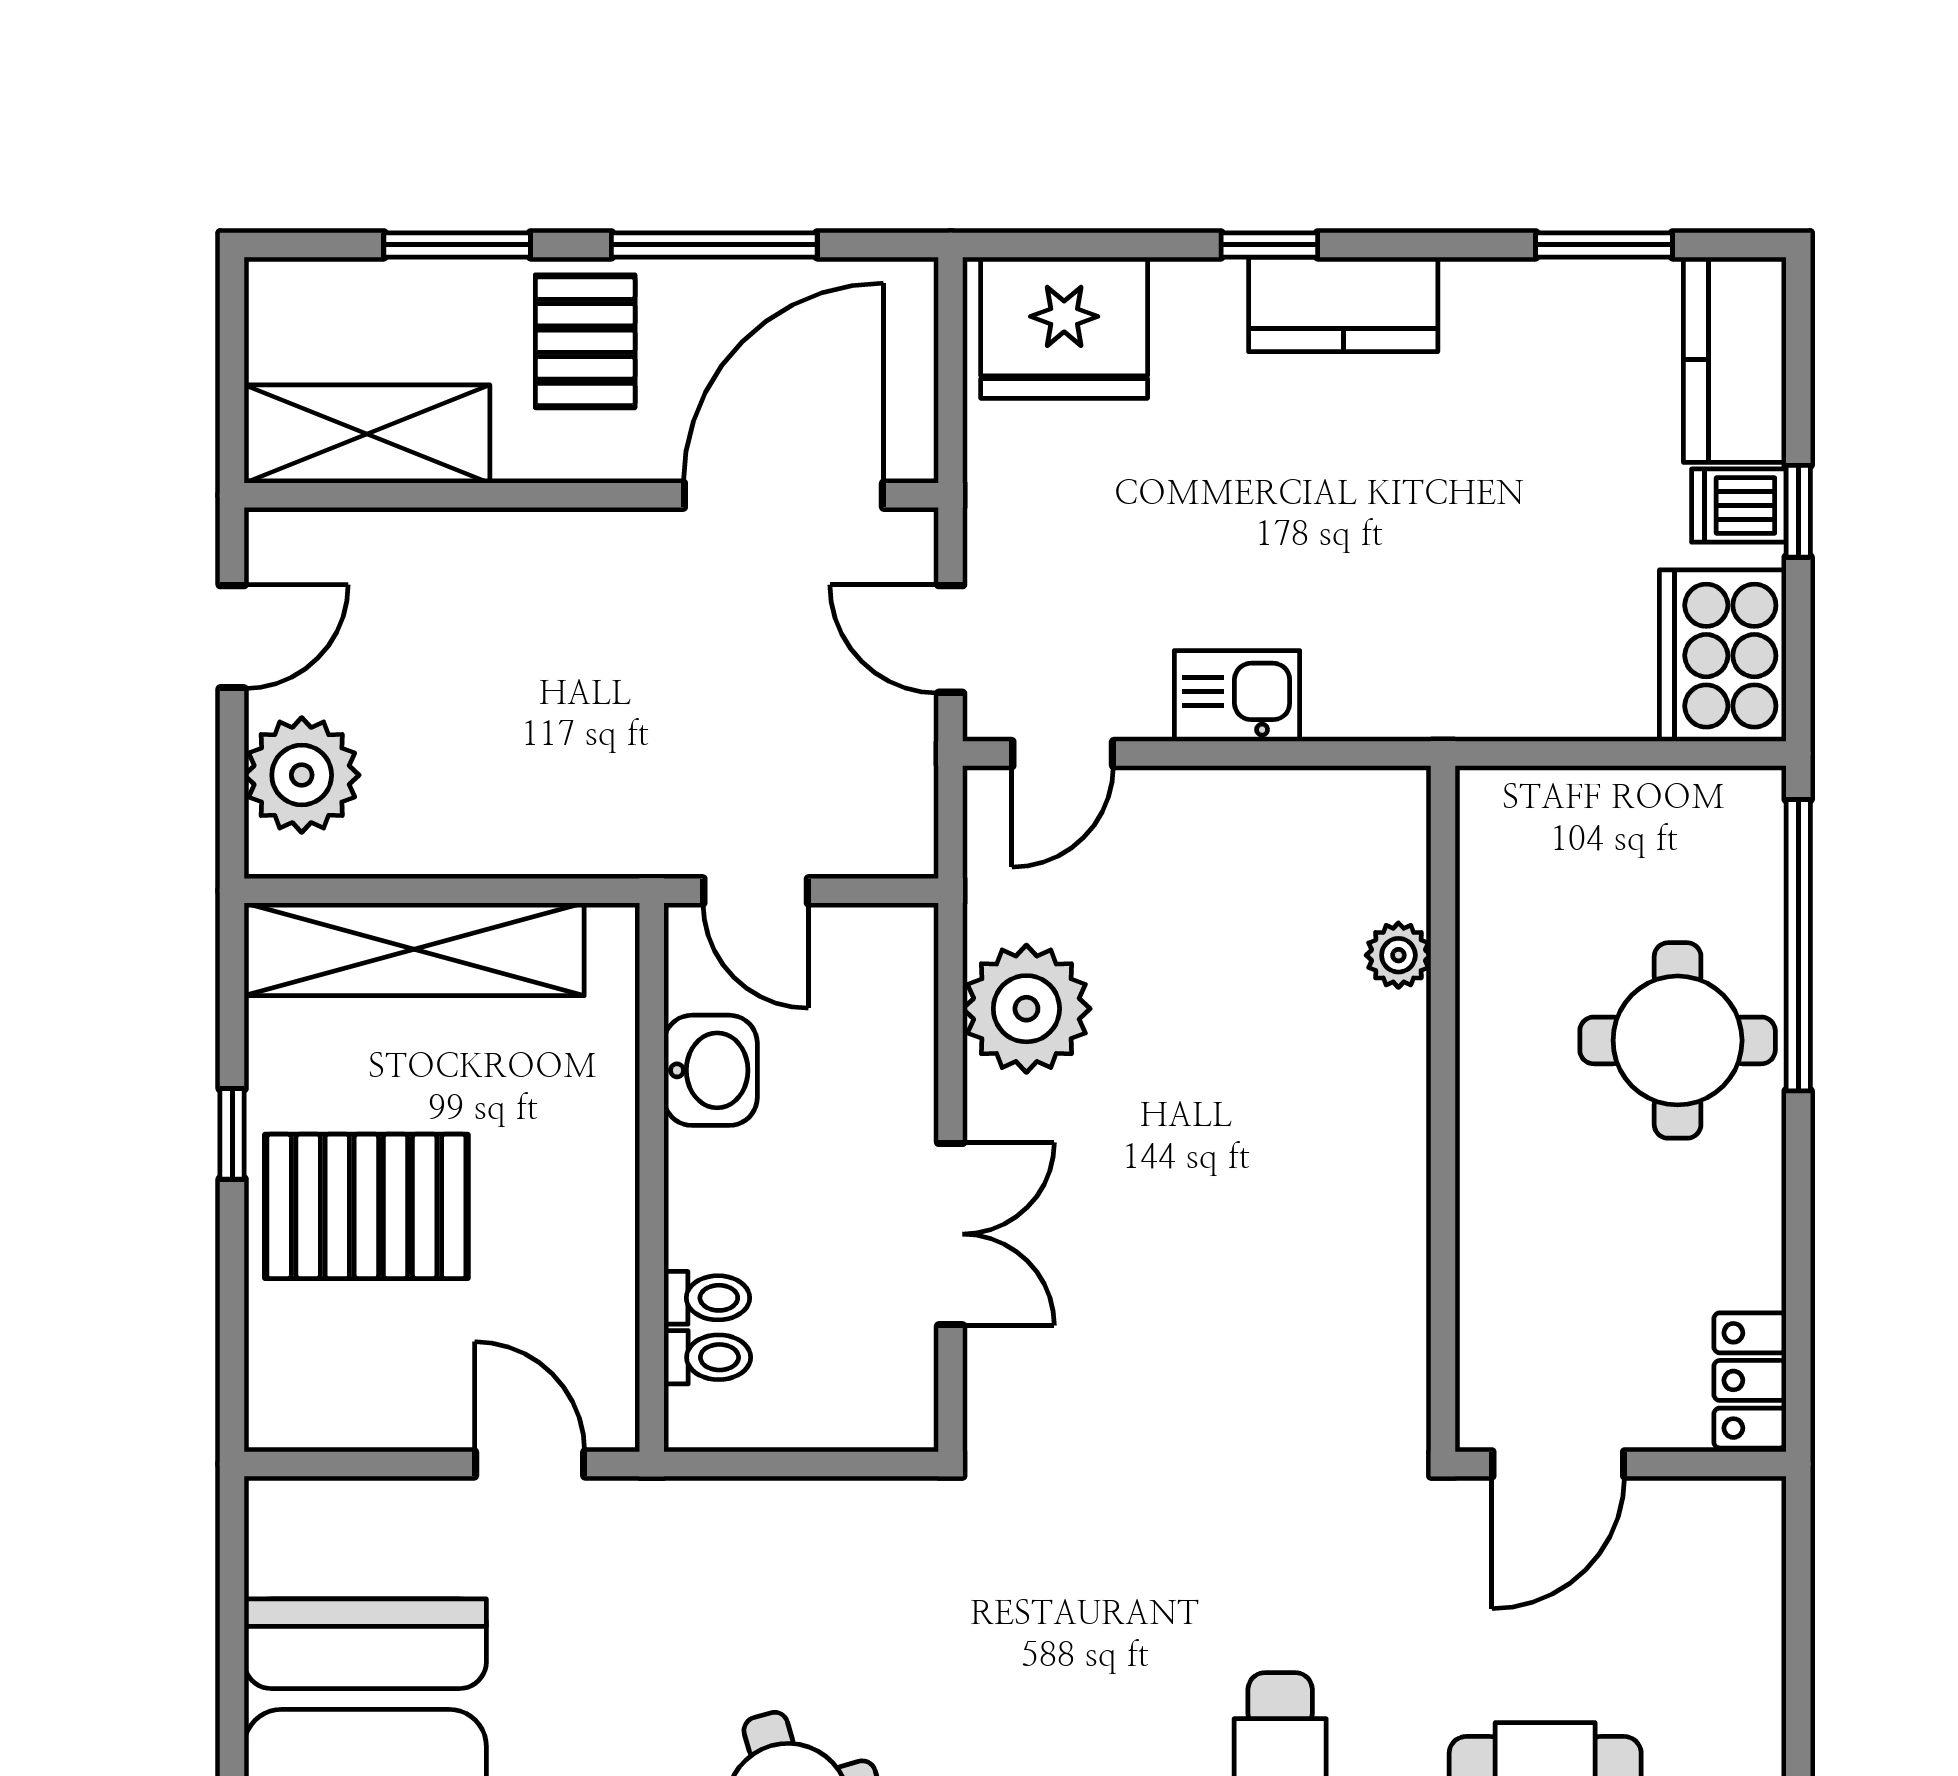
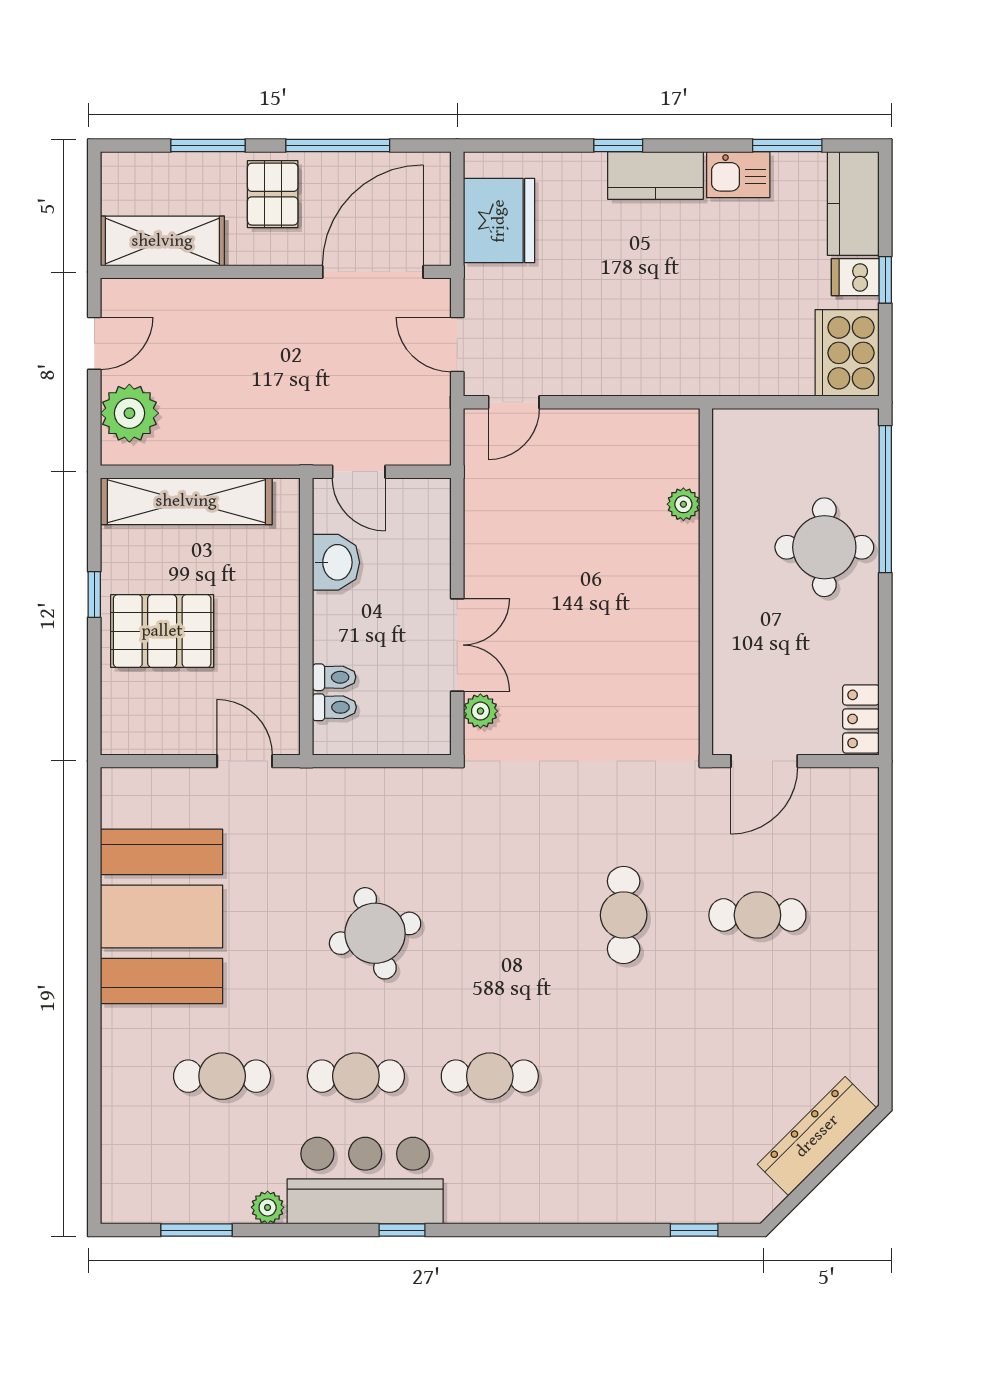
fridge: (1064, 328) -> (499, 221), moved, turned -90
kitchen sink: (1237, 696) -> (738, 175), moved, turned 180
plant: (1026, 1009) -> (480, 711), moved, width x0.53, depth x0.53

